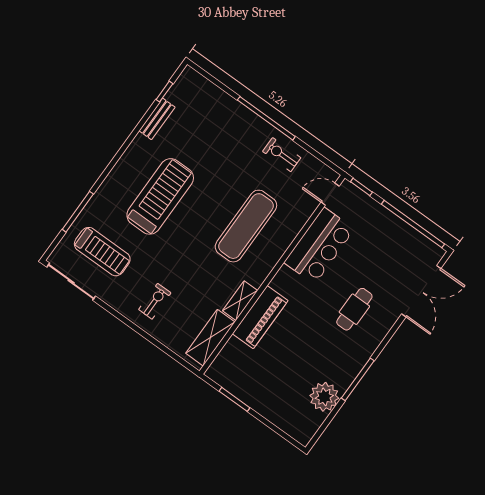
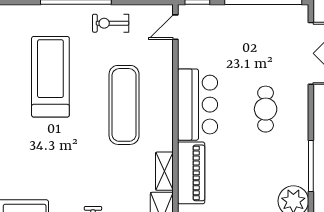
treadmill: (160, 196) -> (50, 77), moved
bar counter: (319, 246) -> (198, 105), moved

